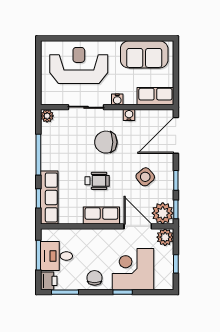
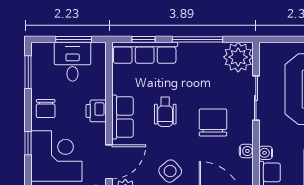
water cooler: (117, 99) -> (266, 153), moved
plant: (47, 116) -> (238, 57), width x1.88, depth x1.88
chair: (95, 278) -> (46, 109), turned 90
printer: (49, 281) -> (96, 111), moved, turned 90

